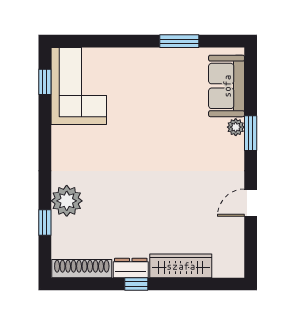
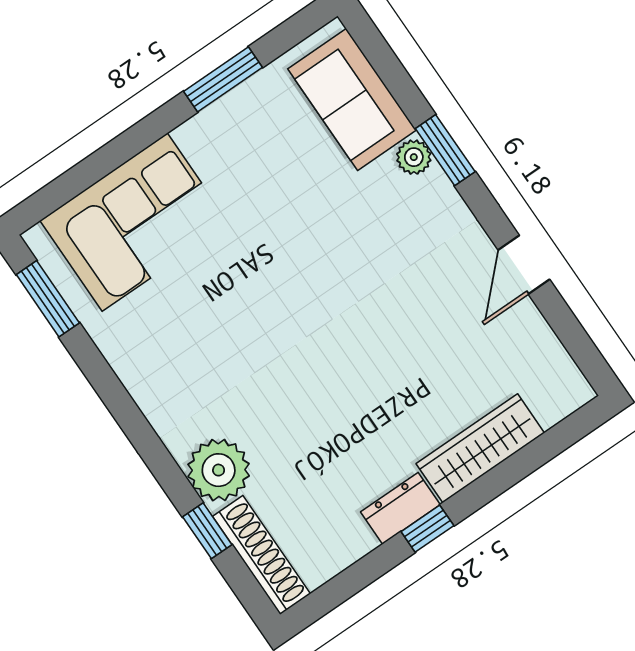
window: (45, 82) -> (48, 299), width x1.50
corner sofa: (79, 86) -> (135, 222), moved, turned 90
shoe rack: (82, 269) -> (261, 555), moved, turned 90

